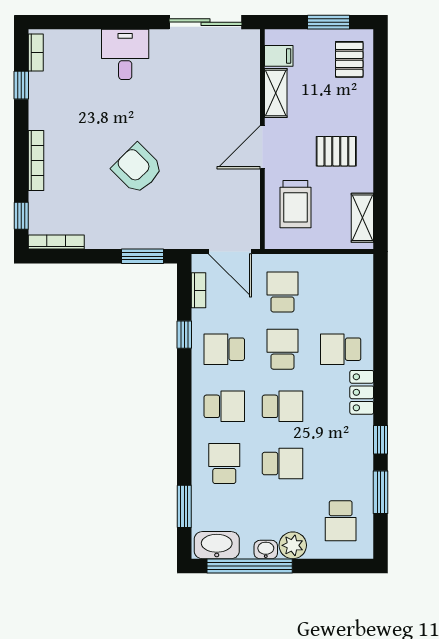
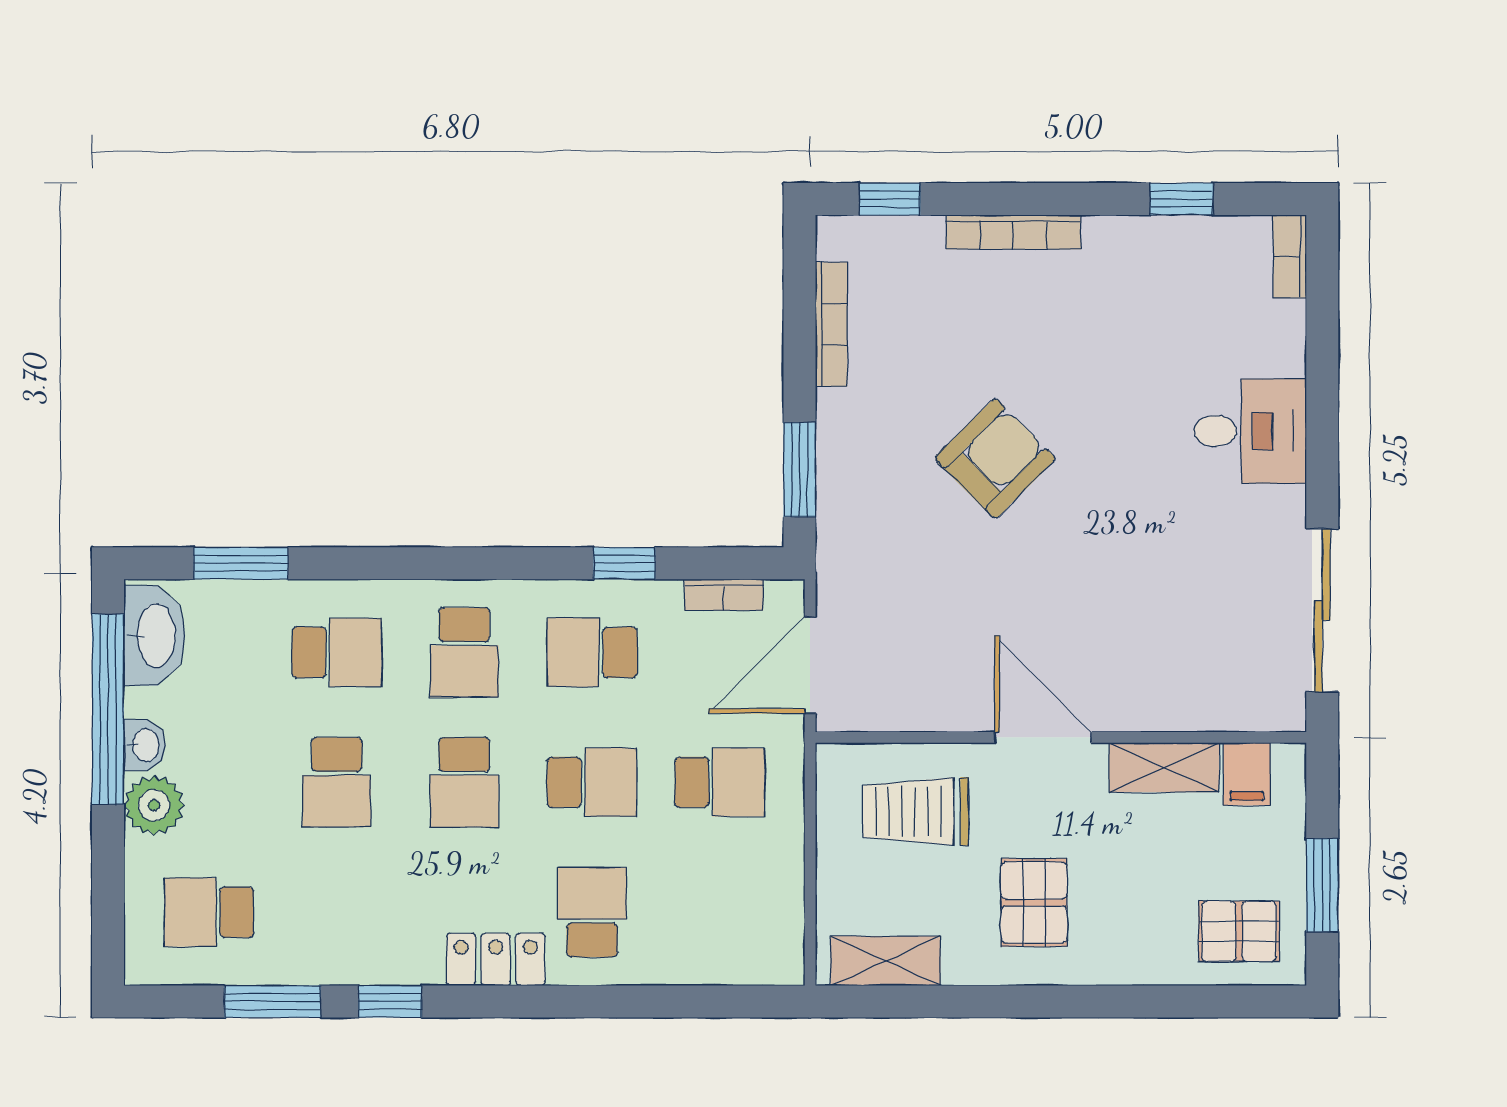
bookcase: (36, 53) -> (1290, 256), moved, turned 90
bookcase: (56, 242) -> (831, 324), moved
school desk: (224, 349) -> (592, 652), turned -90

